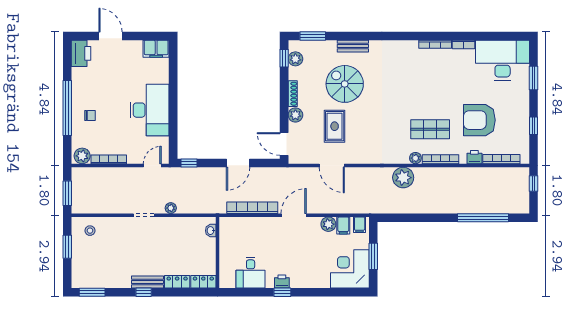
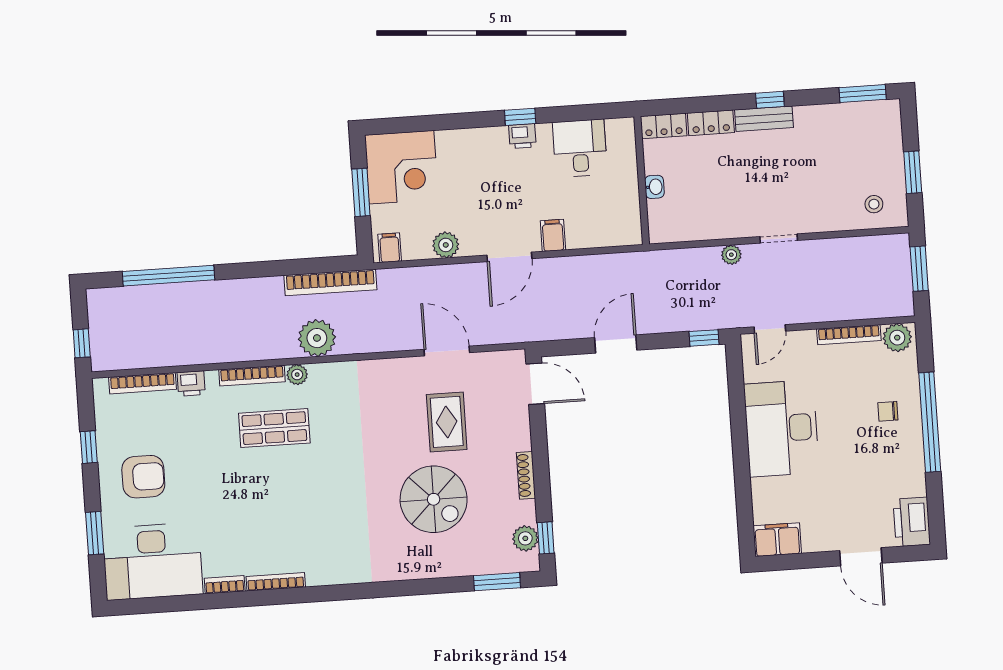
bench: (353, 46) -> (423, 568), removed
plant: (295, 115) -> (518, 437), removed
armchair: (479, 120) -> (143, 477), moved, width x0.73, depth x0.73
bookcase: (252, 208) -> (330, 282), moved
filing cabinet: (343, 225) -> (553, 235), moved
washbasin: (211, 231) -> (654, 187), moved

